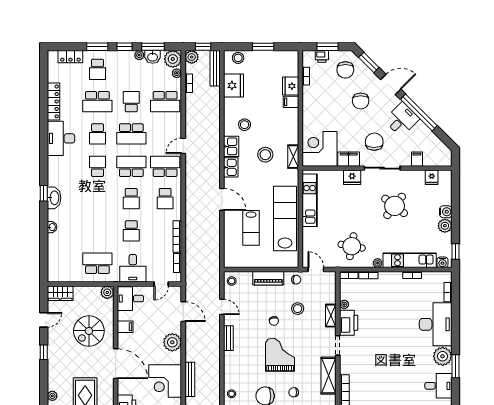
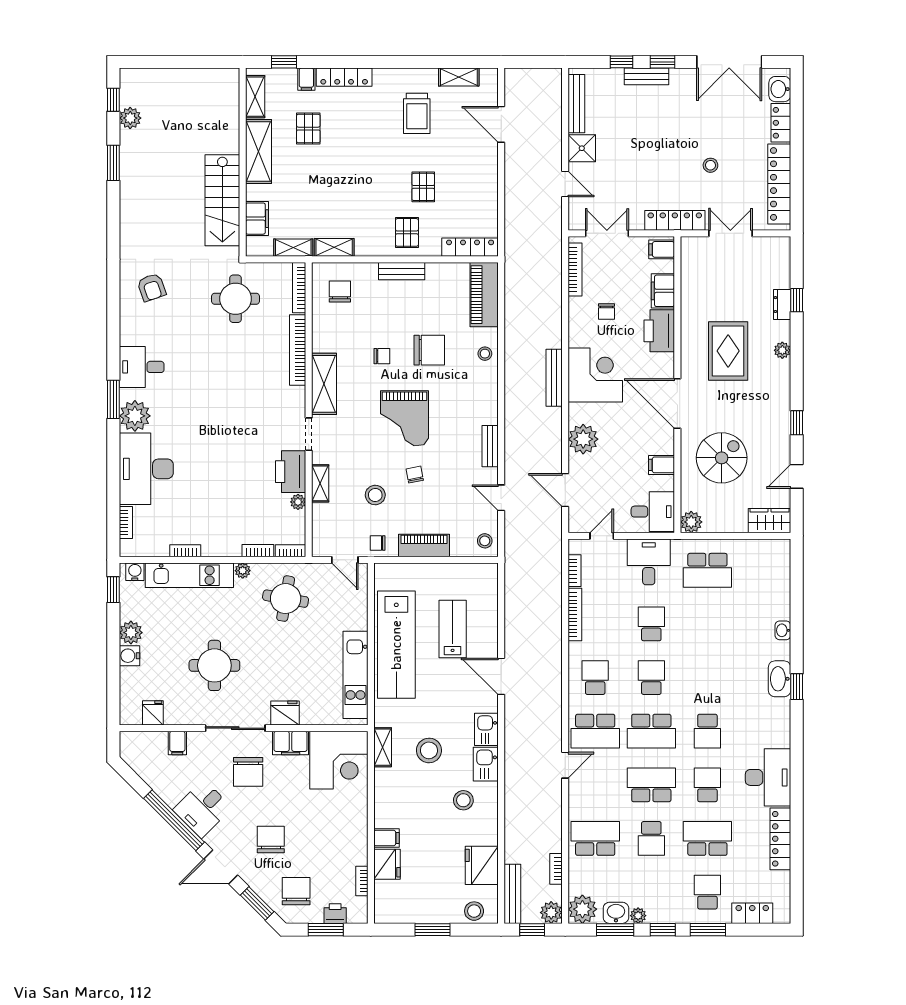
plant: (177, 73) -> (576, 886), removed
round table: (395, 206) -> (214, 665), turned -38

